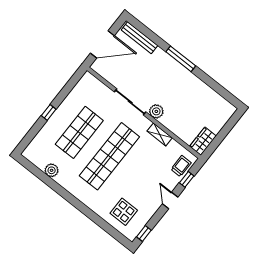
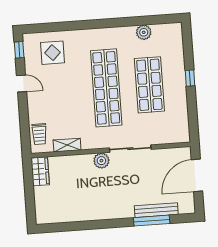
bench: (139, 38) -> (156, 210), moved
window: (181, 59) -> (152, 221), moved
shelving: (160, 134) -> (67, 145), moved
window: (187, 179) -> (25, 127), removed
door: (170, 200) -> (22, 84), moved

